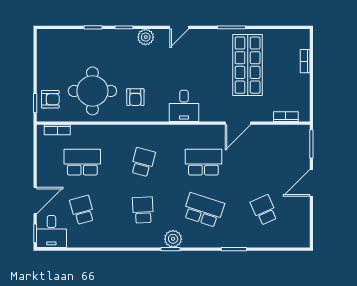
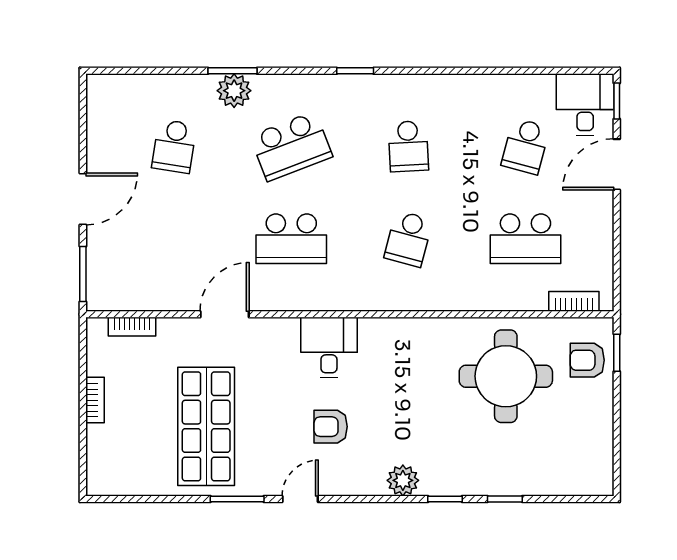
door: (179, 27) -> (300, 499), moved
bookcase: (305, 61) -> (95, 400), moved
armchair: (135, 97) -> (331, 427), moved, turned -90
school desk: (82, 210) -> (525, 146), turned 30
school desk: (203, 210) -> (291, 146), turned -39
school desk: (264, 210) -> (174, 146), turned 33
plant: (173, 239) -> (234, 91), moved

